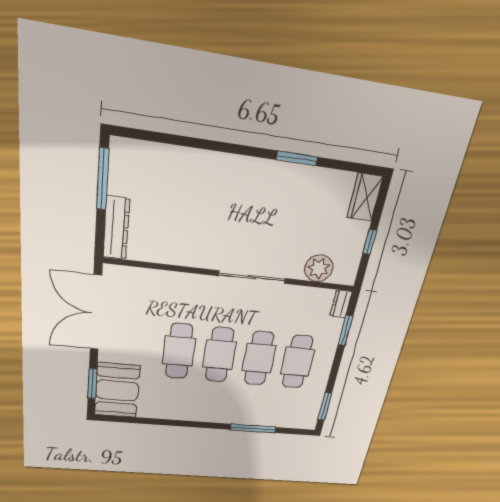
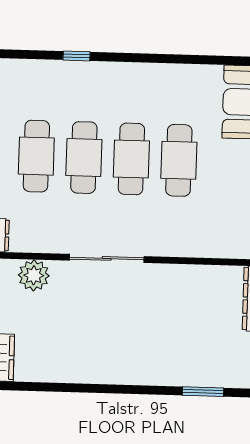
window: (297, 158) -> (203, 392), moved
window: (253, 428) -> (76, 56), width x0.46

